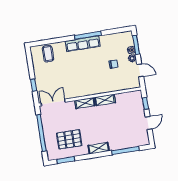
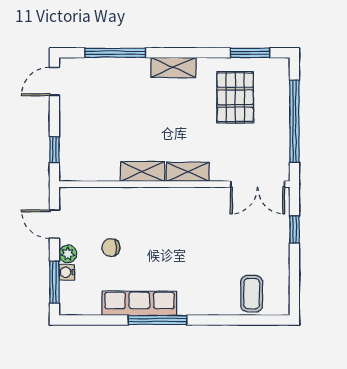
row of seats: (83, 44) -> (139, 303), moved
door: (149, 123) -> (54, 81), moved
pallet: (69, 139) -> (235, 97), turned 90

